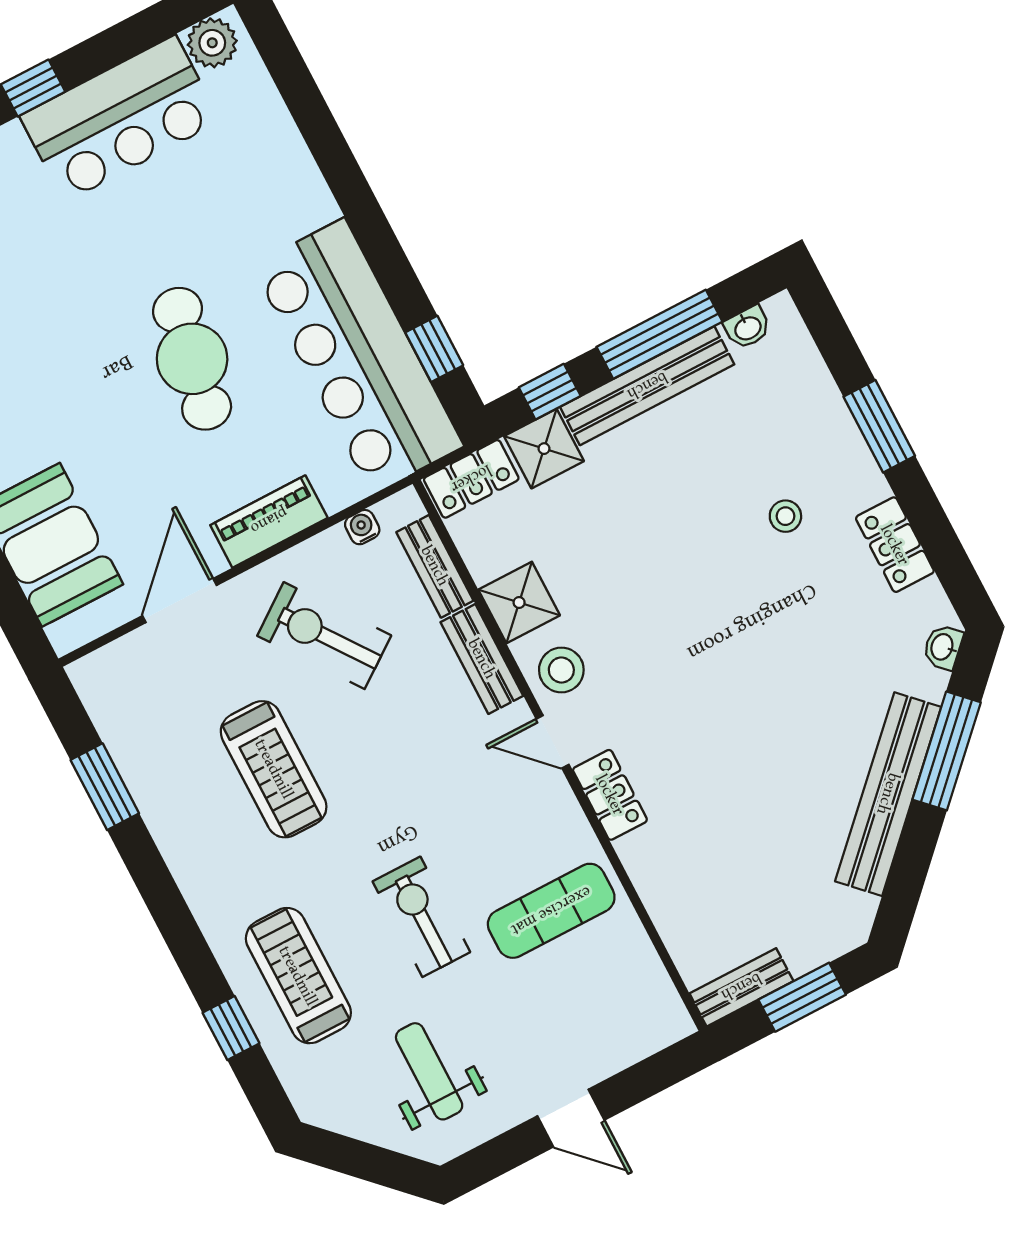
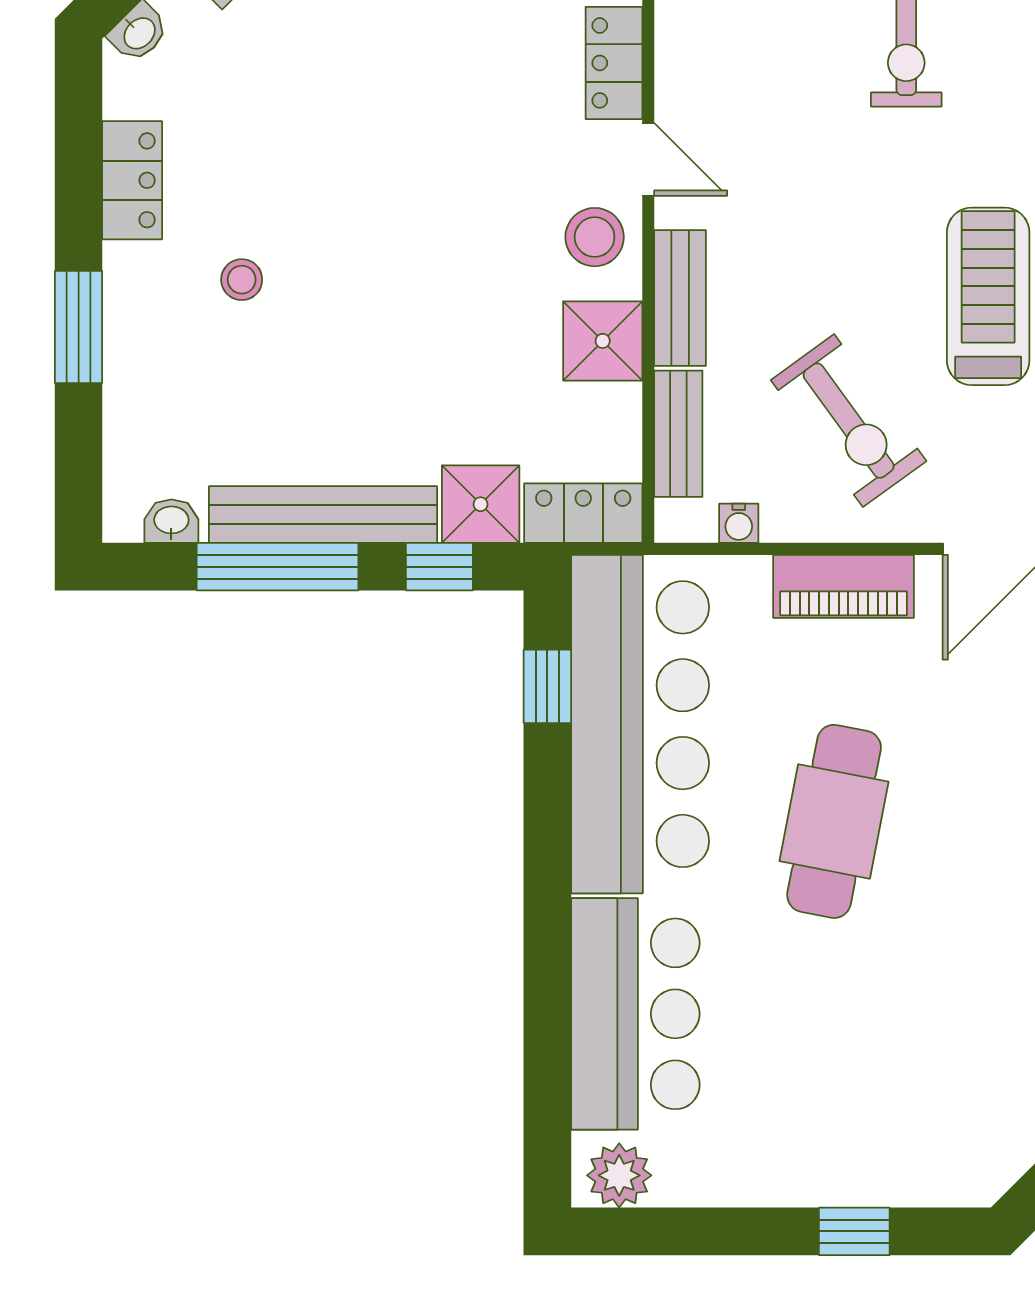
bar counter: (120, 119) -> (635, 1014), moved, turned 90

